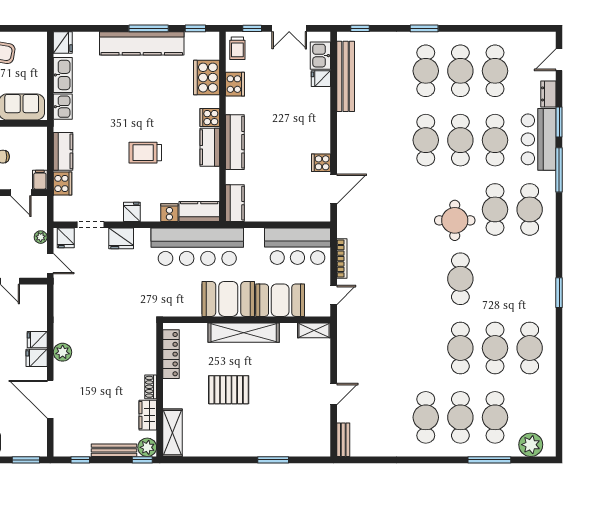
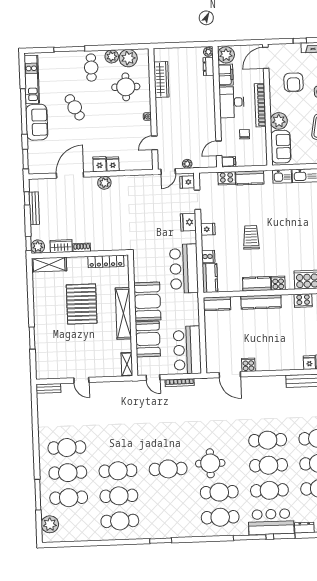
bar counter: (197, 247) -> (184, 269), width x0.73
pallet: (229, 390) -> (82, 304), width x1.37, depth x1.41
bench: (114, 450) -> (34, 208), moved

